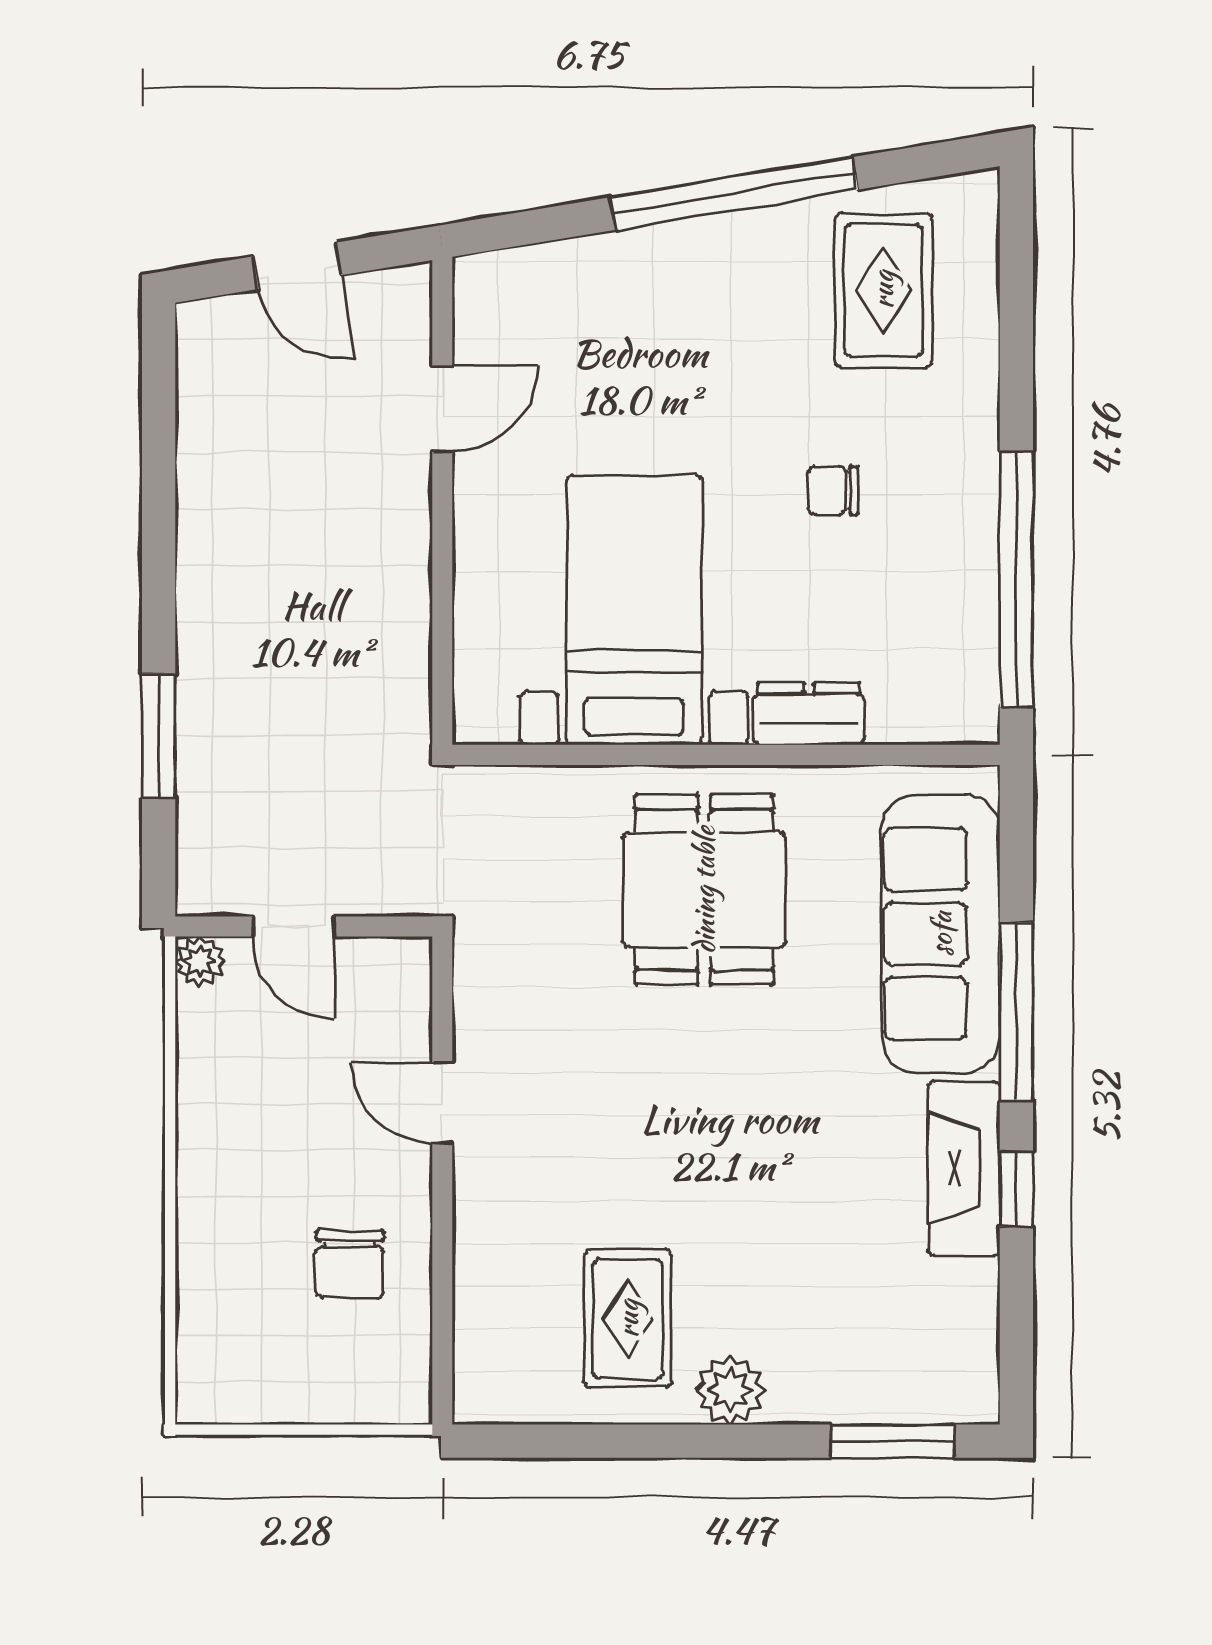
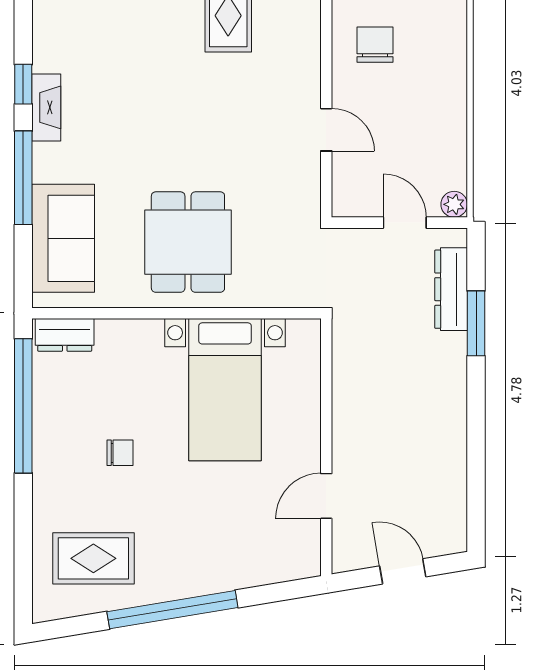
rug: (883, 290) -> (93, 558), turned 90
dresser: (809, 714) -> (65, 335), moved
dresser: (206, 800) -> (451, 289), added
sofa: (941, 934) -> (63, 238), width x0.73
fireplace: (964, 1168) -> (46, 107), width x0.73, depth x0.76

